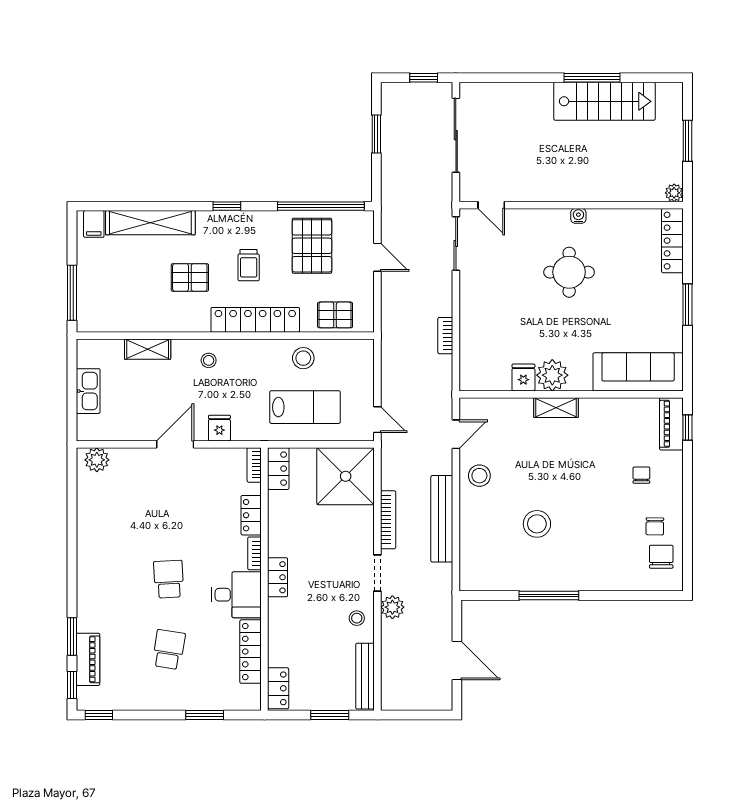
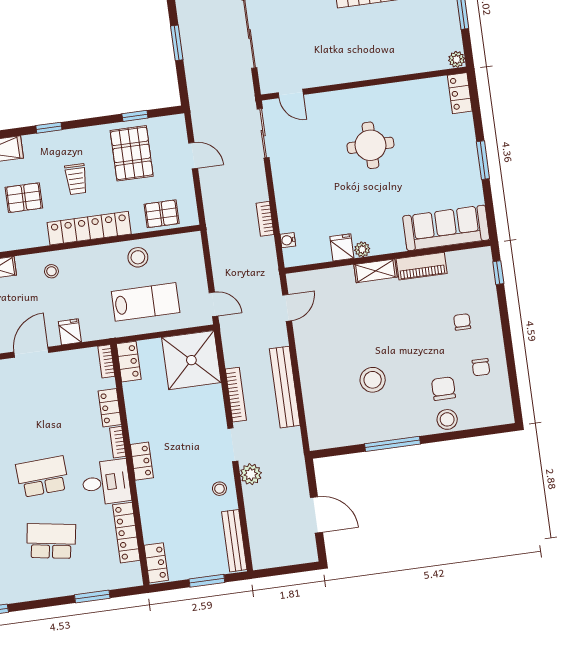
window: (321, 206) -> (135, 116), width x0.32
water cooler: (578, 216) -> (288, 240), moved, turned -90
locker: (672, 241) -> (460, 93), width x0.66
plant: (552, 375) -> (362, 249), width x0.53, depth x0.53
piano: (671, 424) -> (422, 266), moved, turned -90
stool: (479, 476) -> (447, 419), moved
chair: (661, 557) -> (443, 389), moved
school desk: (169, 579) -> (42, 477), width x1.85
school desk: (169, 650) -> (51, 541), width x1.85

